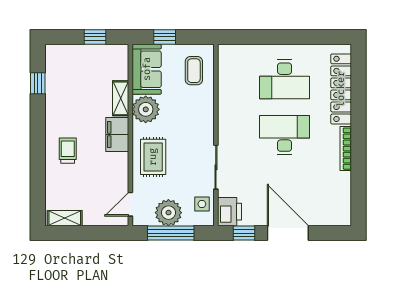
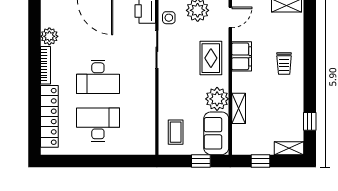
shelving: (62, 52) -> (289, 148), added
filing cabinet: (117, 134) -> (242, 56), moved
plant: (341, 182) -> (49, 36), added

